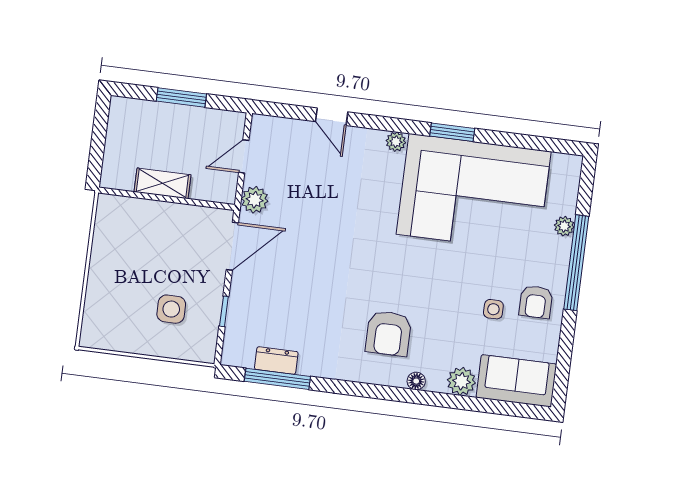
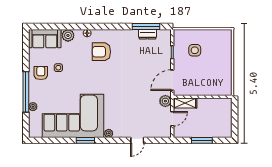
door: (332, 117) -> (137, 140), swing flipped
shelving: (162, 183) -> (185, 103), moved
armchair: (388, 333) -> (101, 52), turned -90

